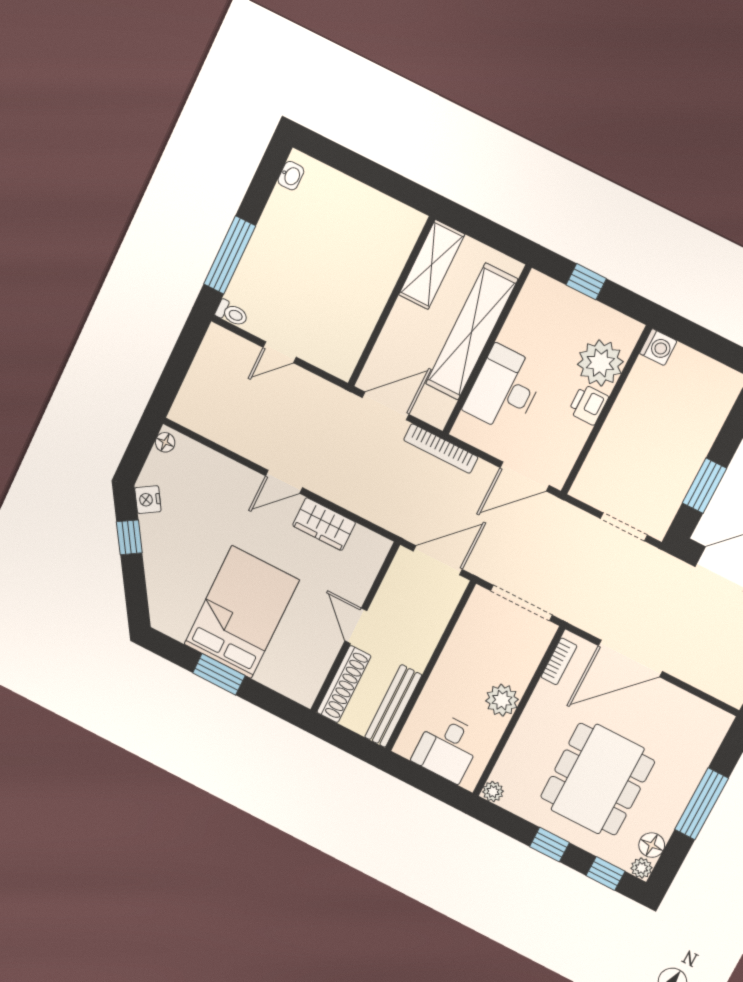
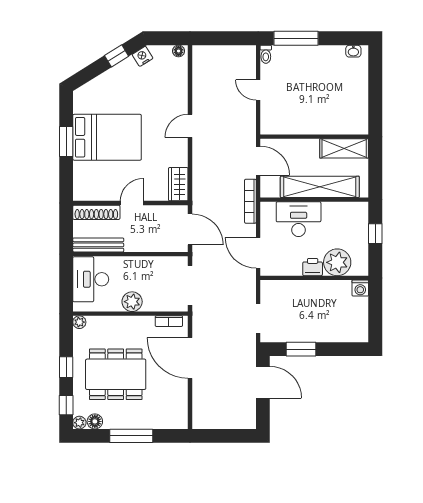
door: (284, 482) -> (190, 126), hinge flipped
wardrobe: (324, 524) -> (178, 184), moved
desk: (447, 747) -> (91, 279), width x1.37

